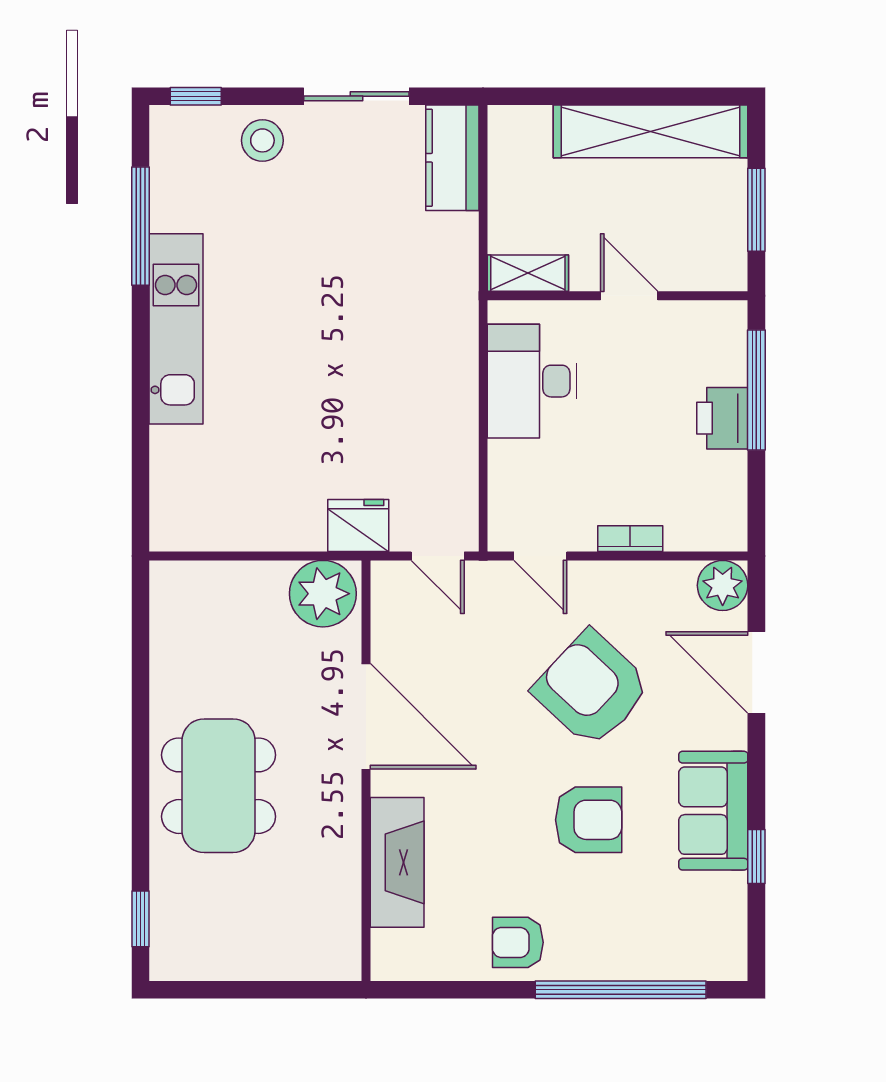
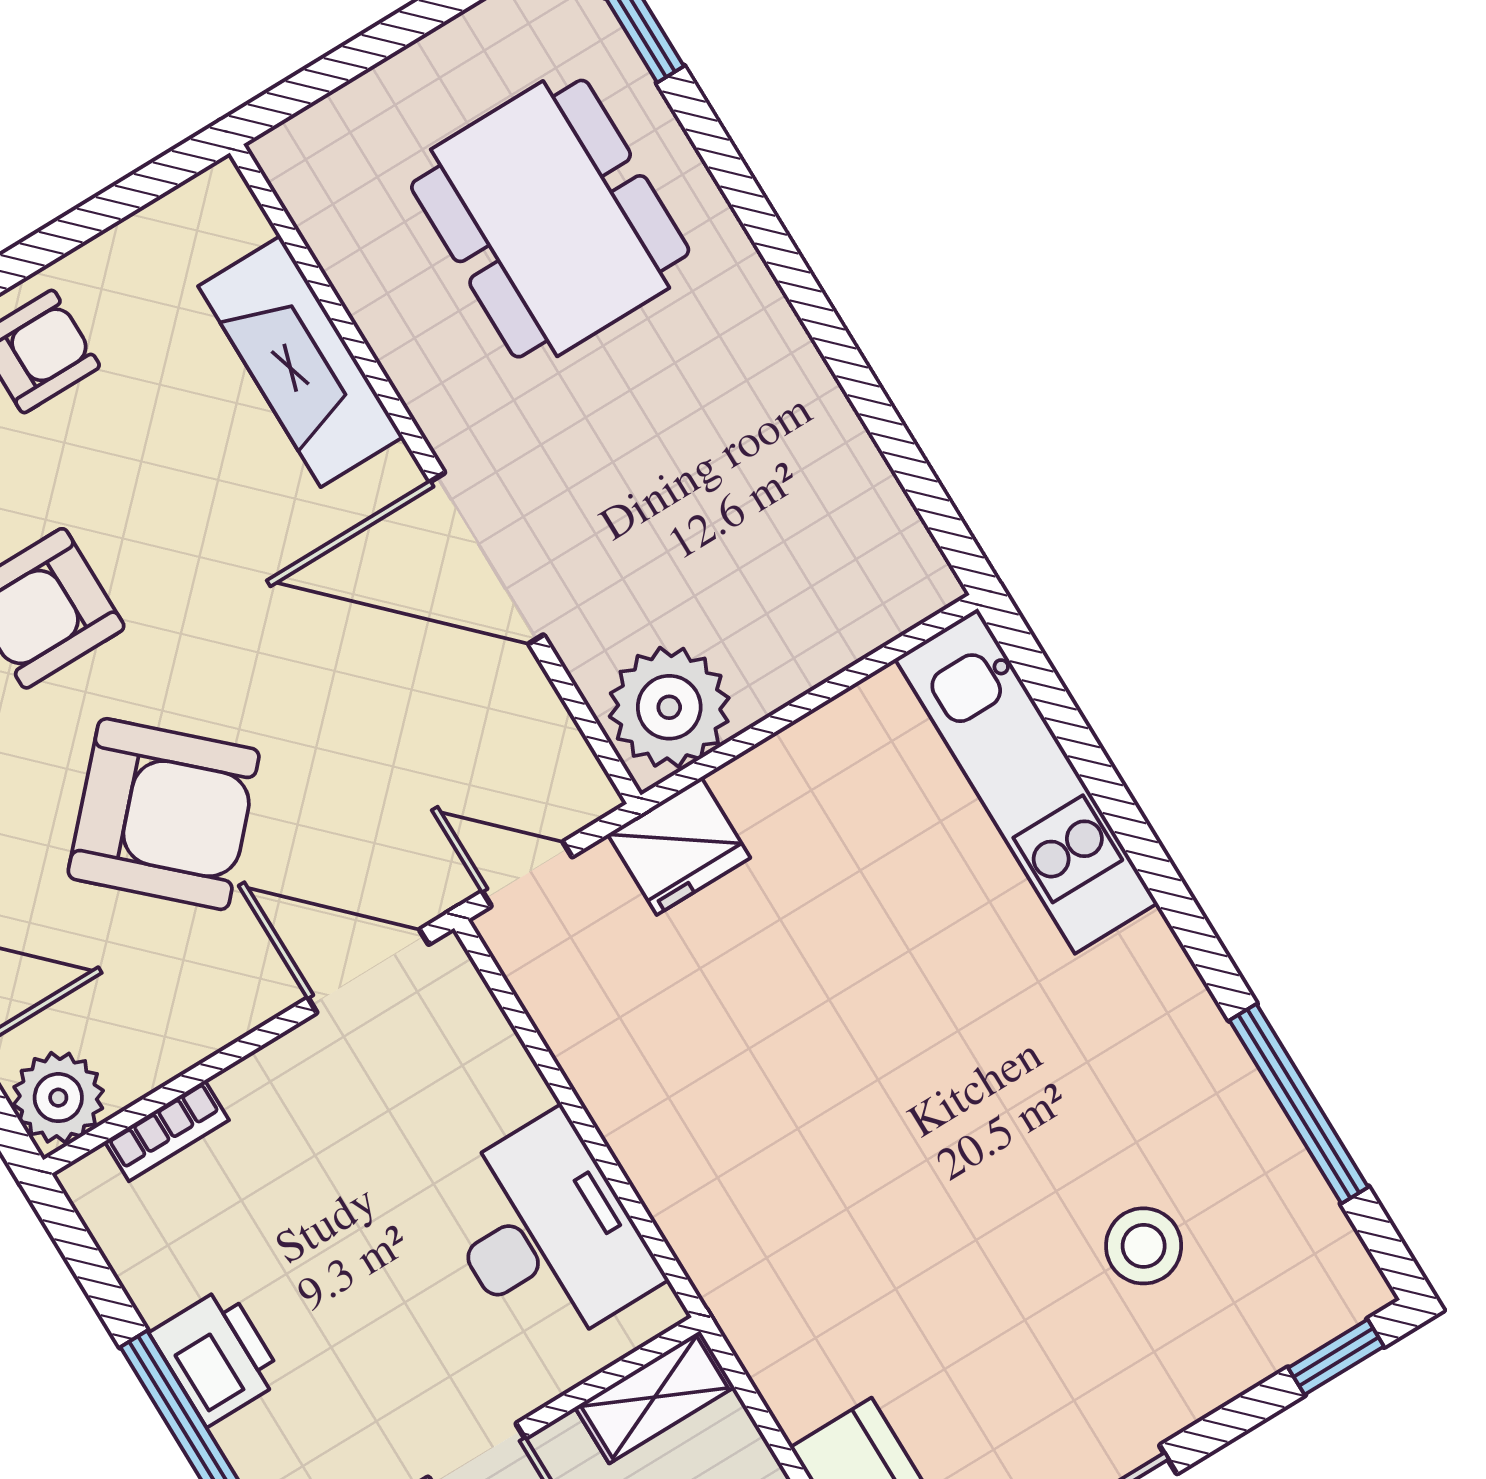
stool: (262, 140) -> (1144, 1246), moved
kitchen unit: (176, 329) -> (1026, 781), moved
bookcase: (630, 539) -> (167, 1131), moved
door: (540, 556) -> (368, 971), width x1.38
dining table: (219, 786) -> (550, 219), moved

